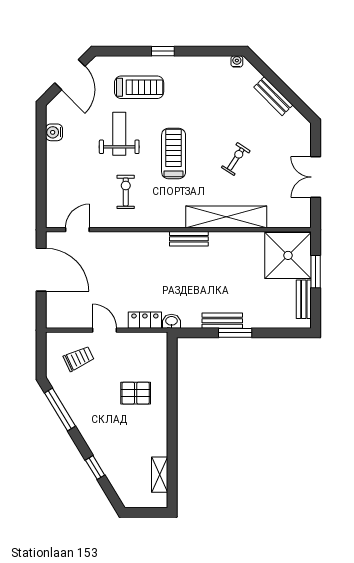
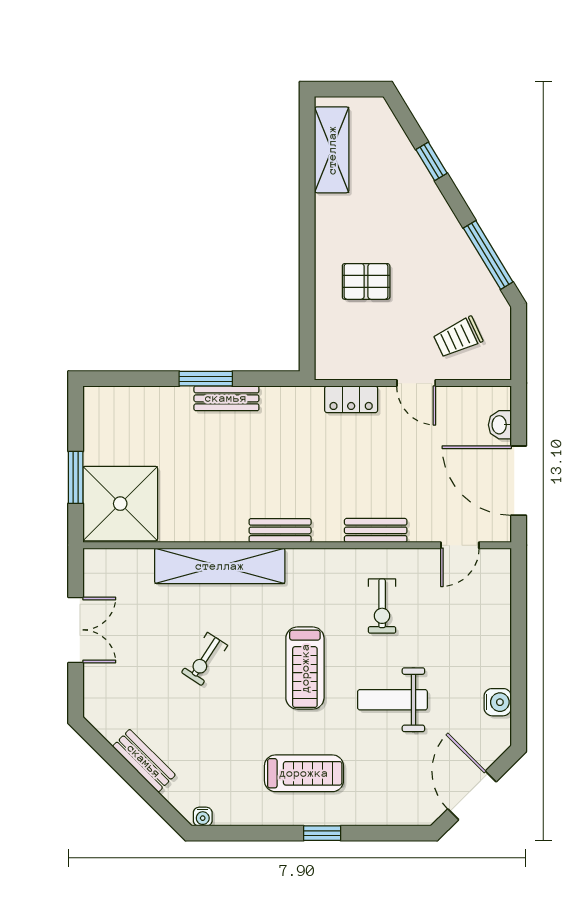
treadmill: (139, 87) -> (304, 773), moved, turned 180
weight bench: (119, 134) -> (392, 700), turned 90
bench: (304, 299) -> (376, 530), moved, turned 90
washbasin: (171, 321) -> (500, 425), moved, turned 90
shelving: (160, 475) -> (332, 150), width x1.50, depth x1.33

